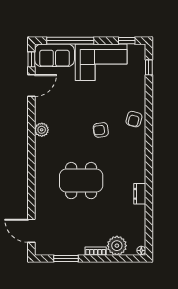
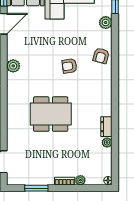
plant: (139, 84) -> (106, 23), added
plant: (140, 210) -> (107, 143), added
plant: (117, 246) -> (80, 180), width x0.53, depth x0.53

